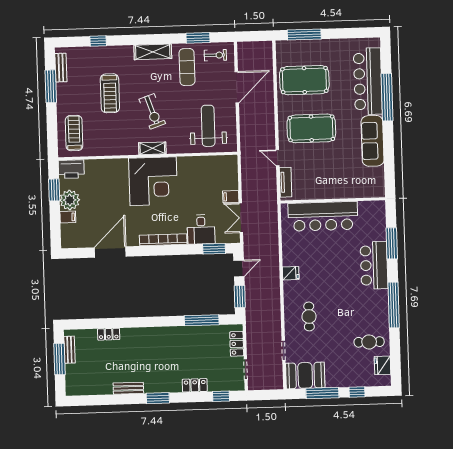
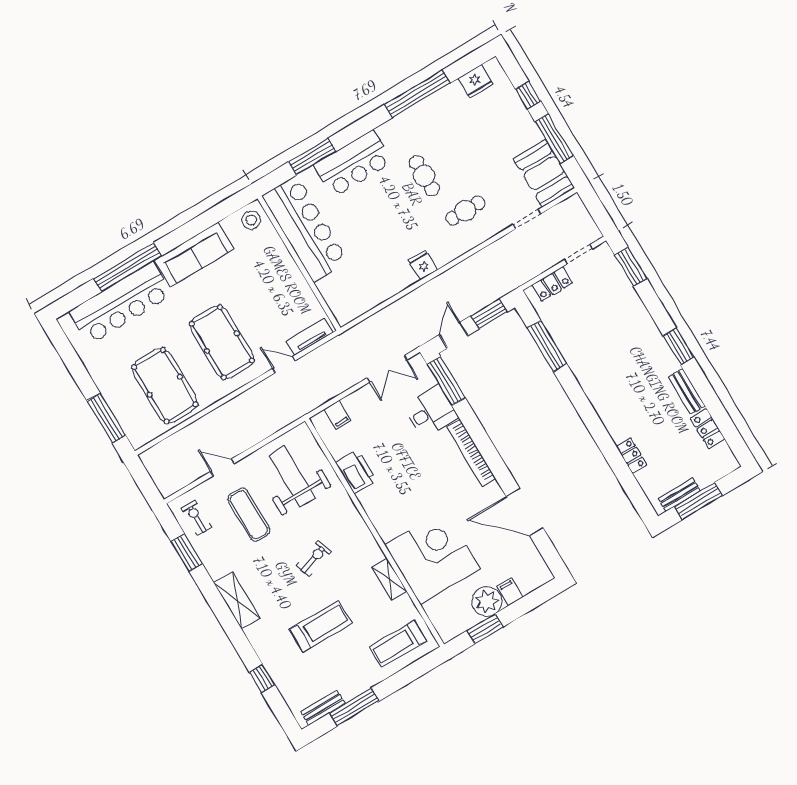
exercise mat: (187, 67) -> (249, 515), moved, turned 90
door: (237, 87) -> (222, 467), width x0.53
exercise bike: (152, 111) -> (314, 559), width x0.73, depth x0.72
weight bench: (208, 126) -> (292, 477), turned 90
shelving: (152, 148) -> (389, 579), moved
door: (278, 158) -> (284, 365), swing flipped
printer: (71, 169) -> (356, 472), moved
corner desk: (153, 181) -> (433, 557), moved
stool: (374, 186) -> (251, 220), added
filing cabinet: (231, 197) -> (338, 415), moved
bar counter: (323, 216) -> (305, 229), moved
window: (214, 249) -> (446, 381), width x1.44
door: (239, 268) -> (454, 335), hinge flipped
window: (394, 305) -> (417, 94), moved
cafe table: (369, 342) -> (424, 176), moved
locker: (195, 385) -> (708, 429), moved
window: (221, 396) -> (631, 267), width x1.50

